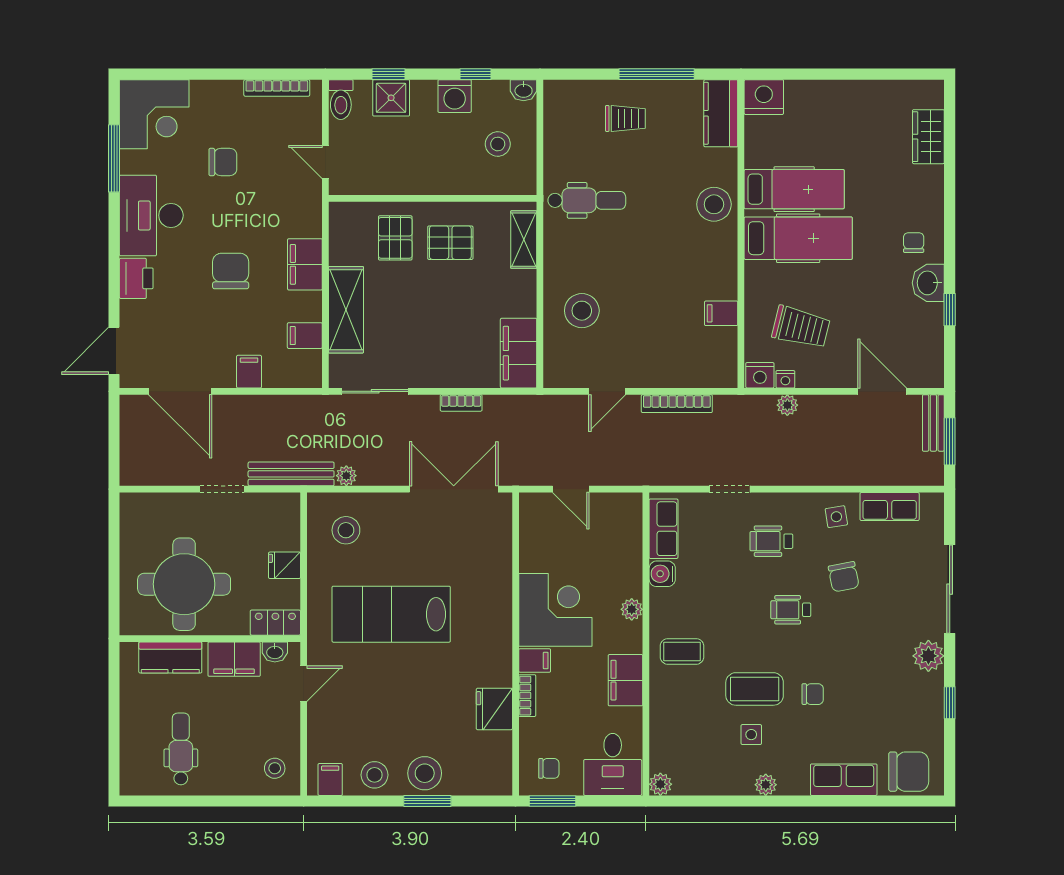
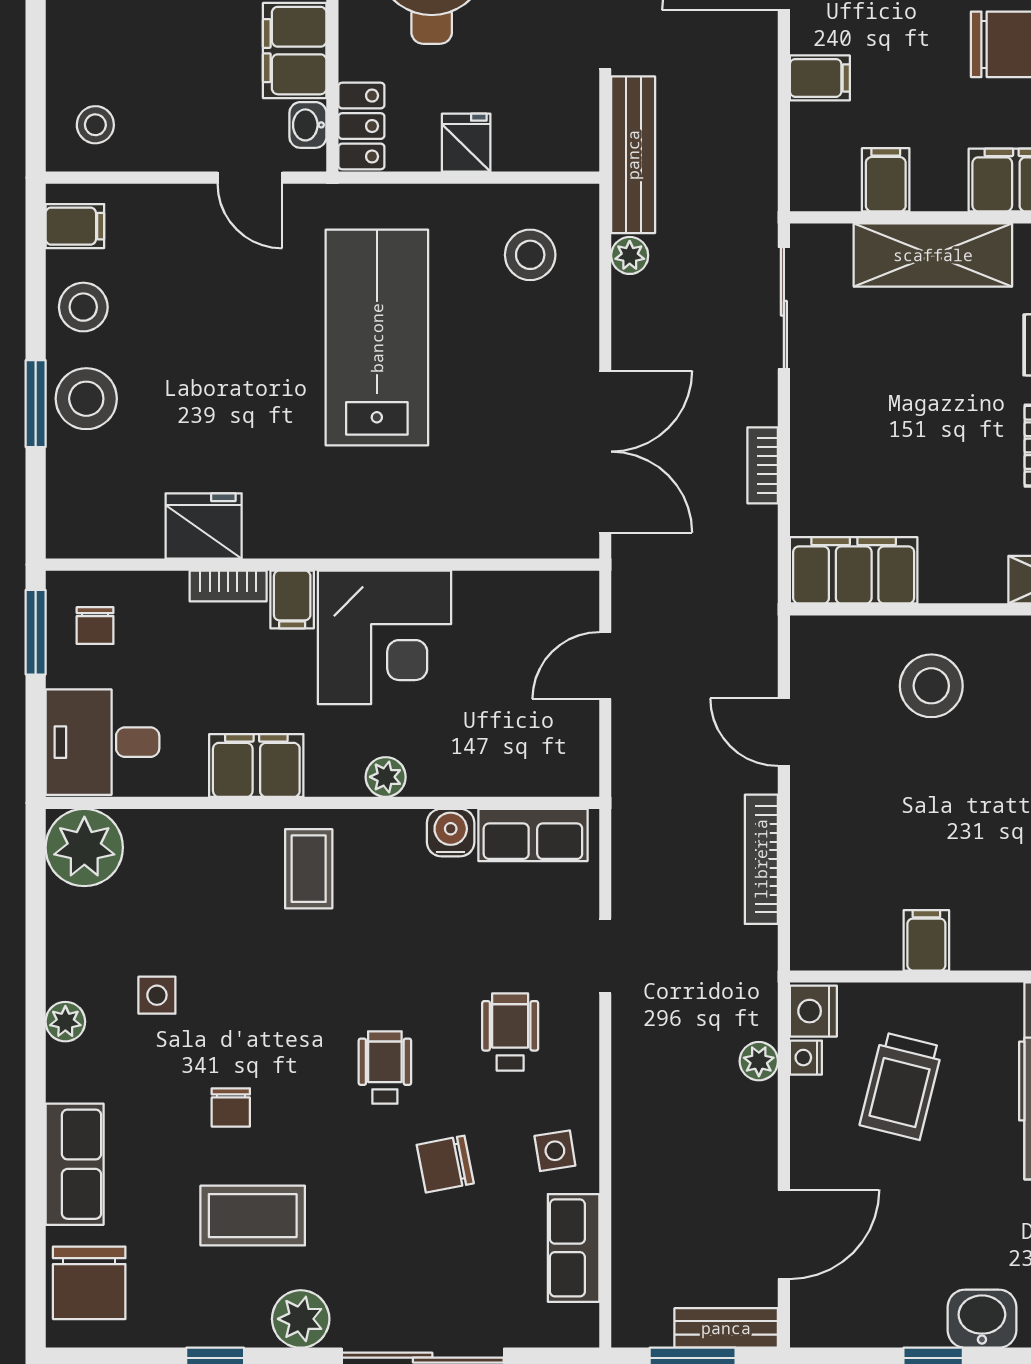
coffee table: (755, 689) -> (253, 1216), moved, turned 90
plant: (660, 784) -> (84, 848), width x1.87, depth x1.87

